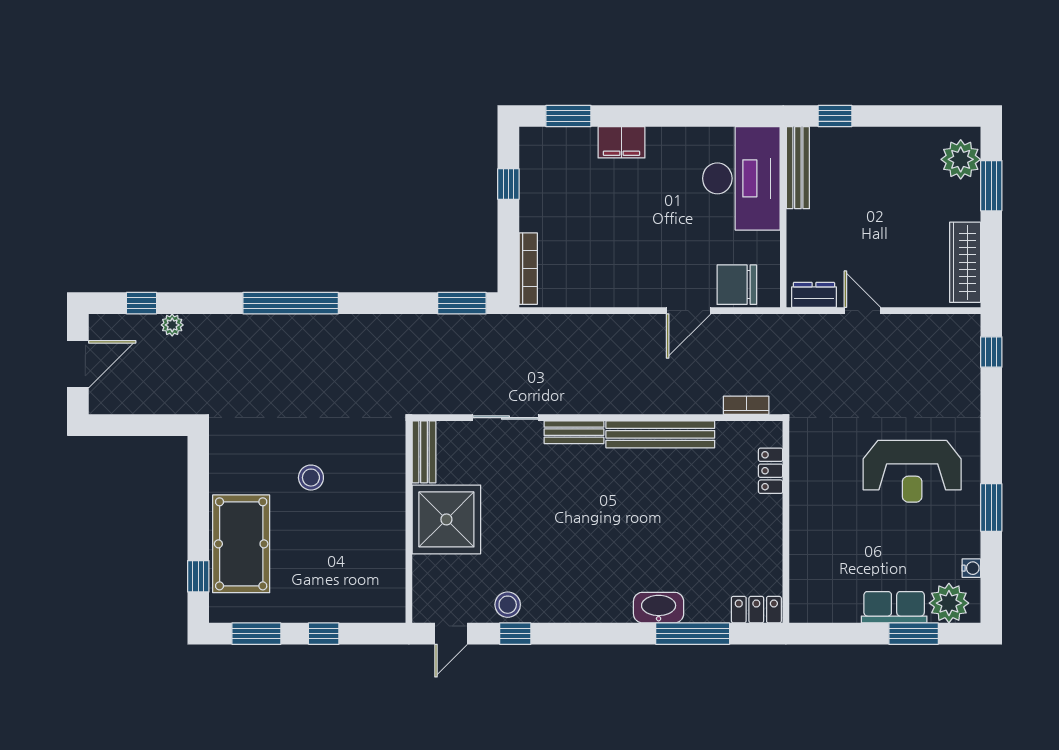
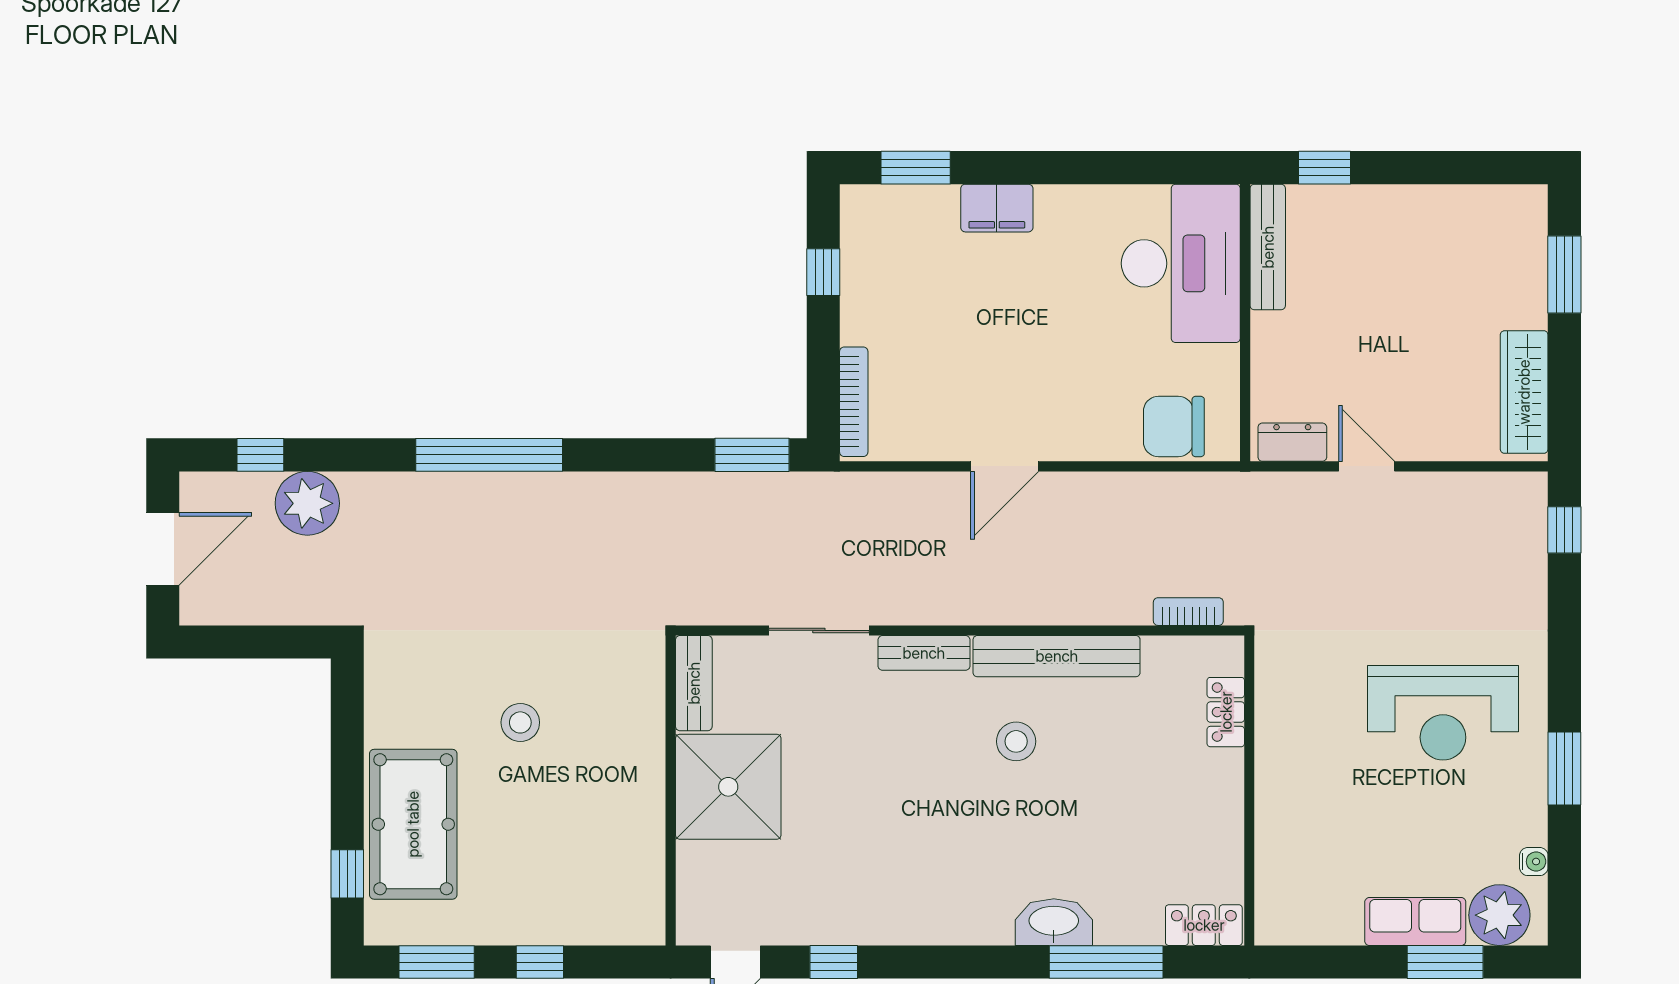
plant: (961, 159) -> (1517, 234), removed
door: (689, 311) -> (1005, 466), moved
plant: (172, 325) -> (307, 503), width x1.88, depth x1.88
stool: (508, 605) -> (1016, 741), moved

